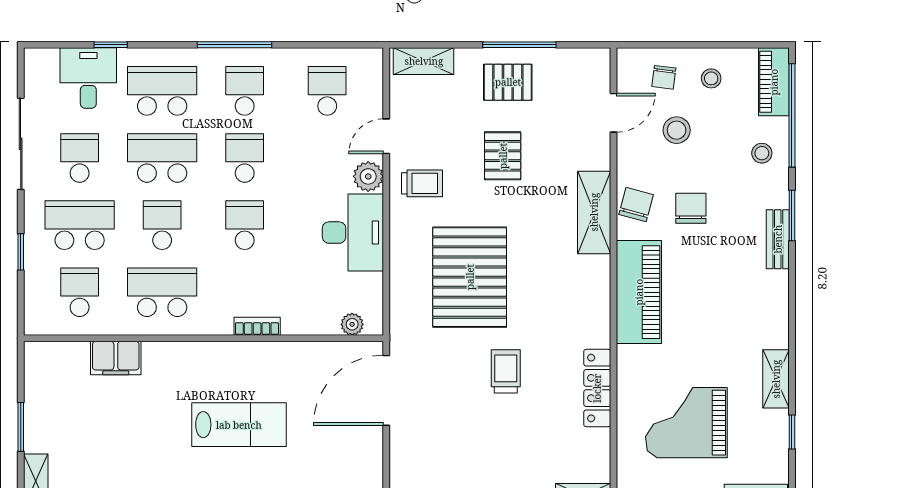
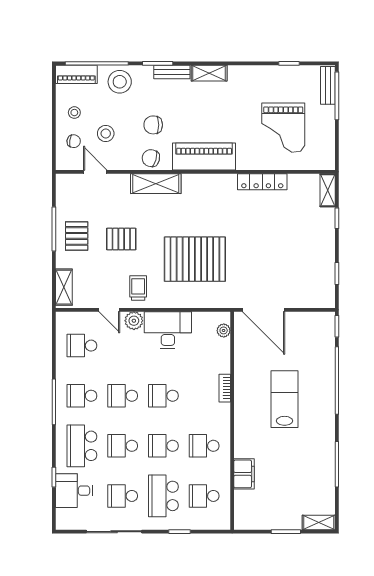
stool: (762, 153) -> (120, 82), width x1.89, depth x1.89
school desk: (162, 158) -> (123, 446), width x0.54
school desk: (162, 292) -> (204, 446), width x0.54
trolley: (506, 371) -> (252, 237), removed
shelving: (776, 379) -> (209, 73), moved

